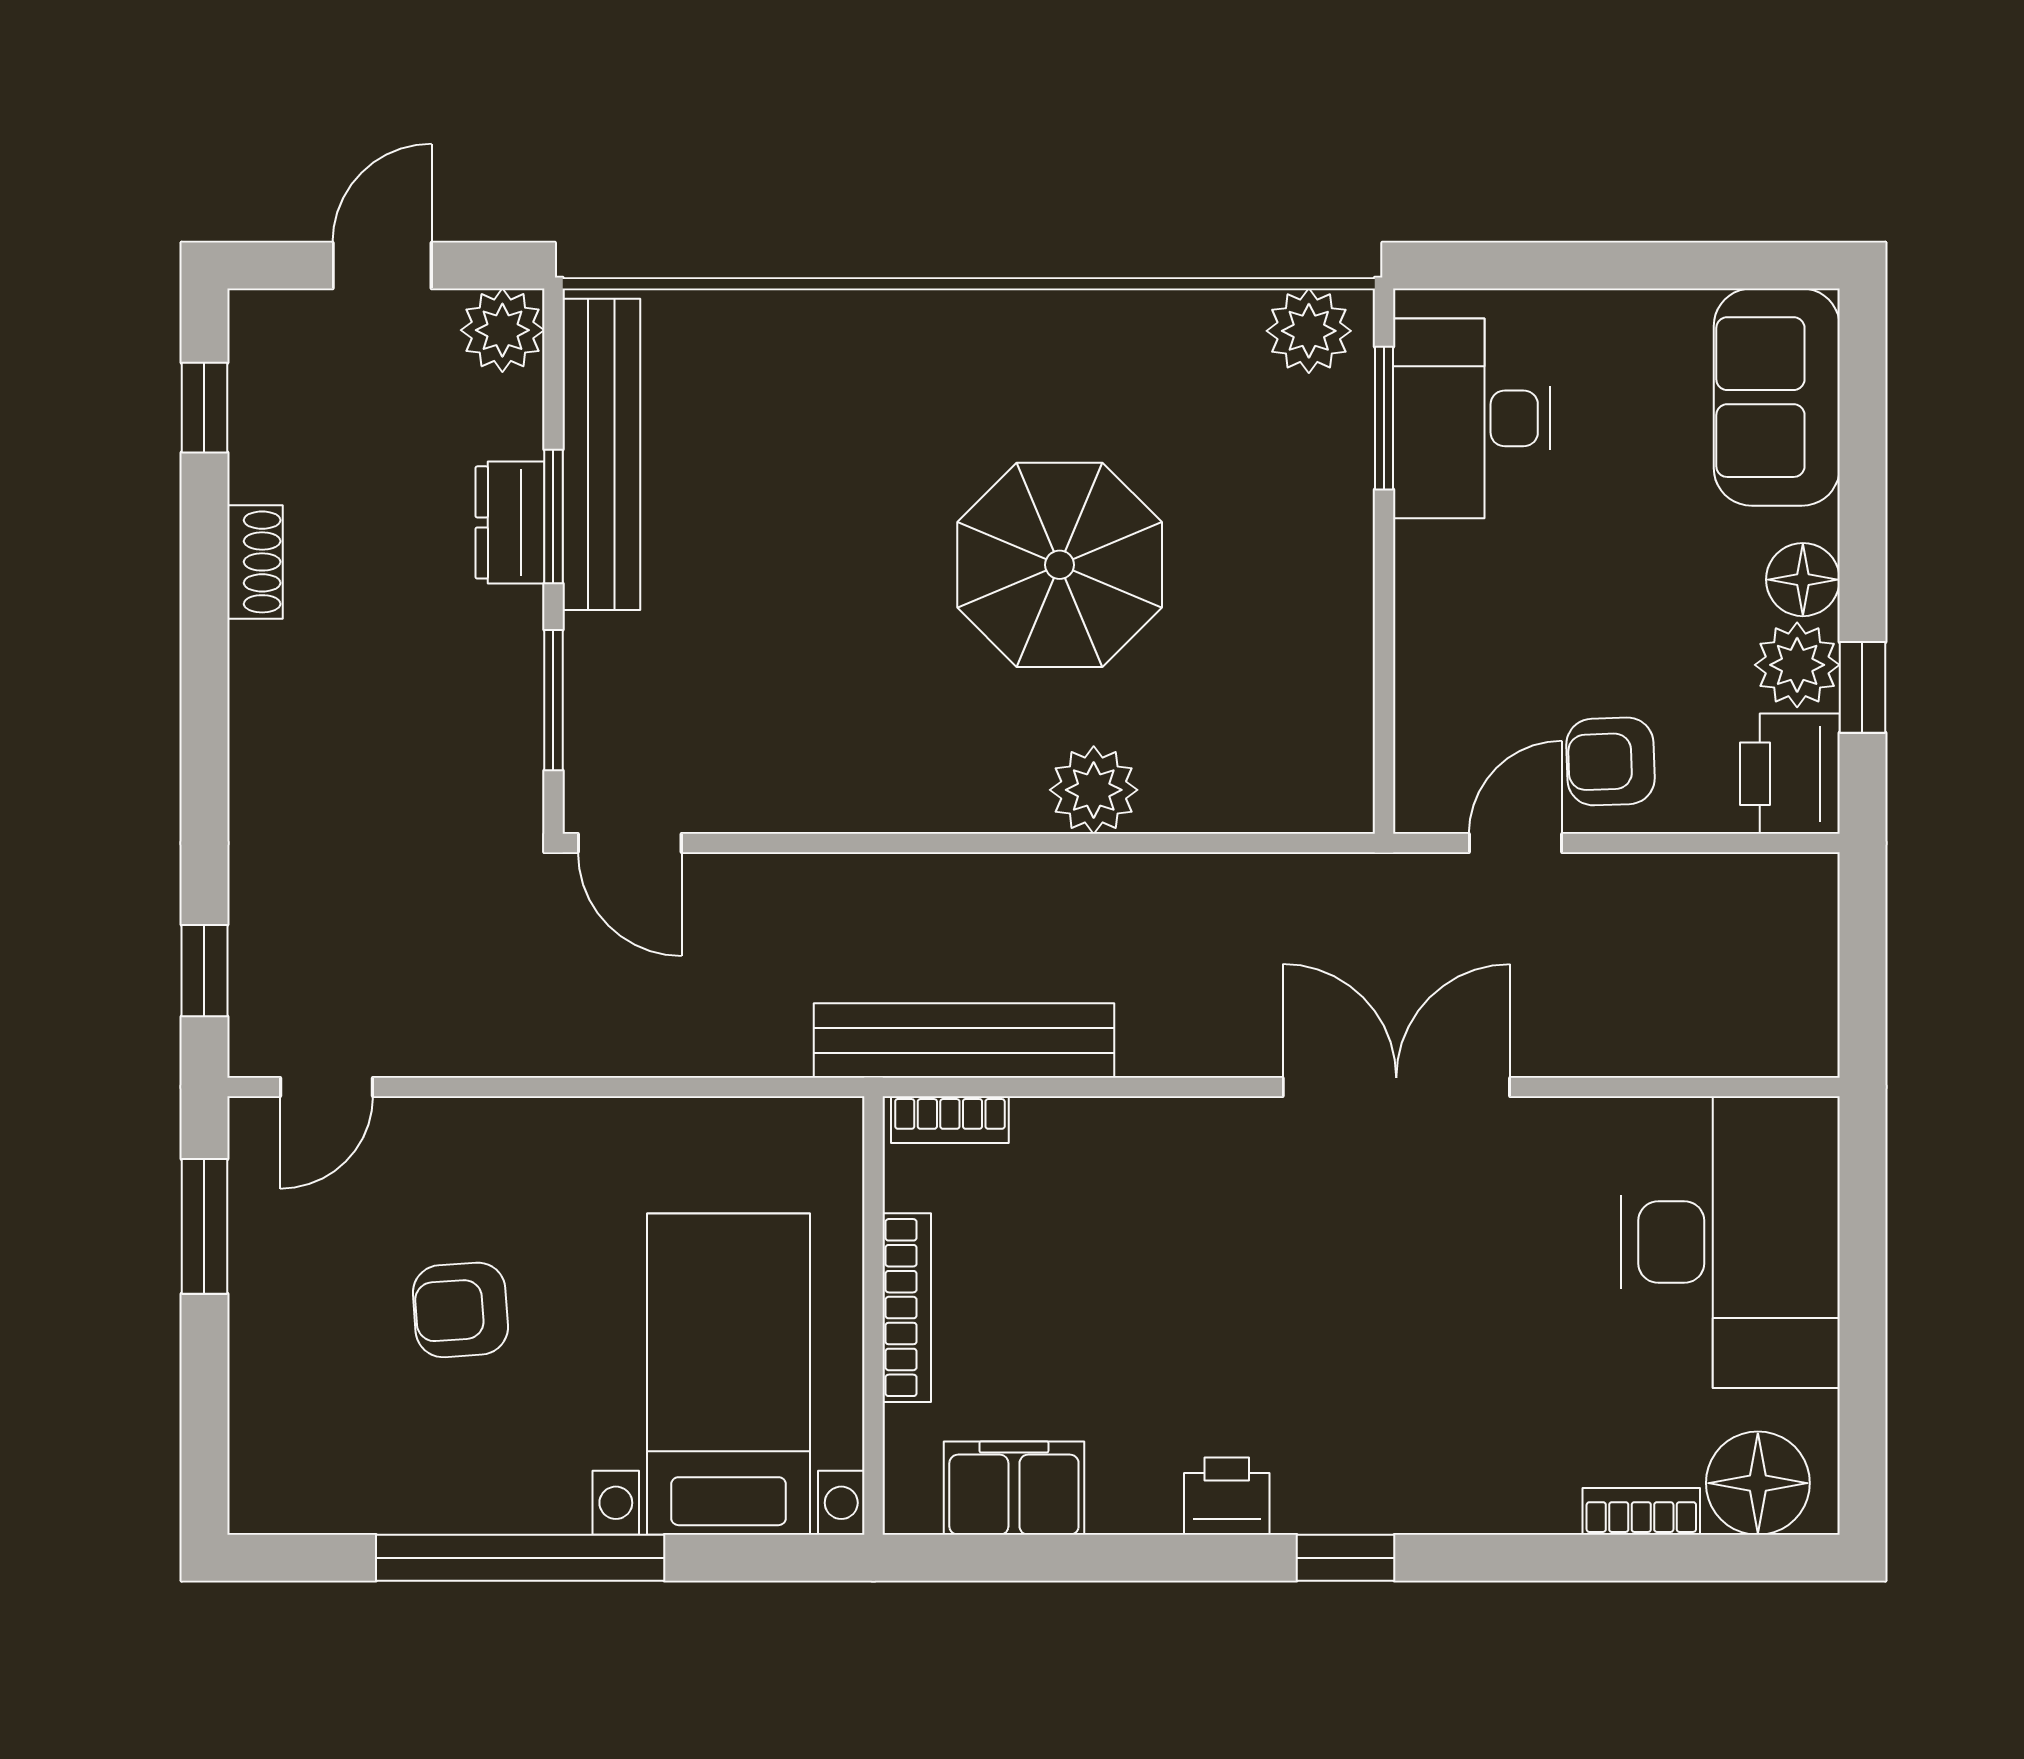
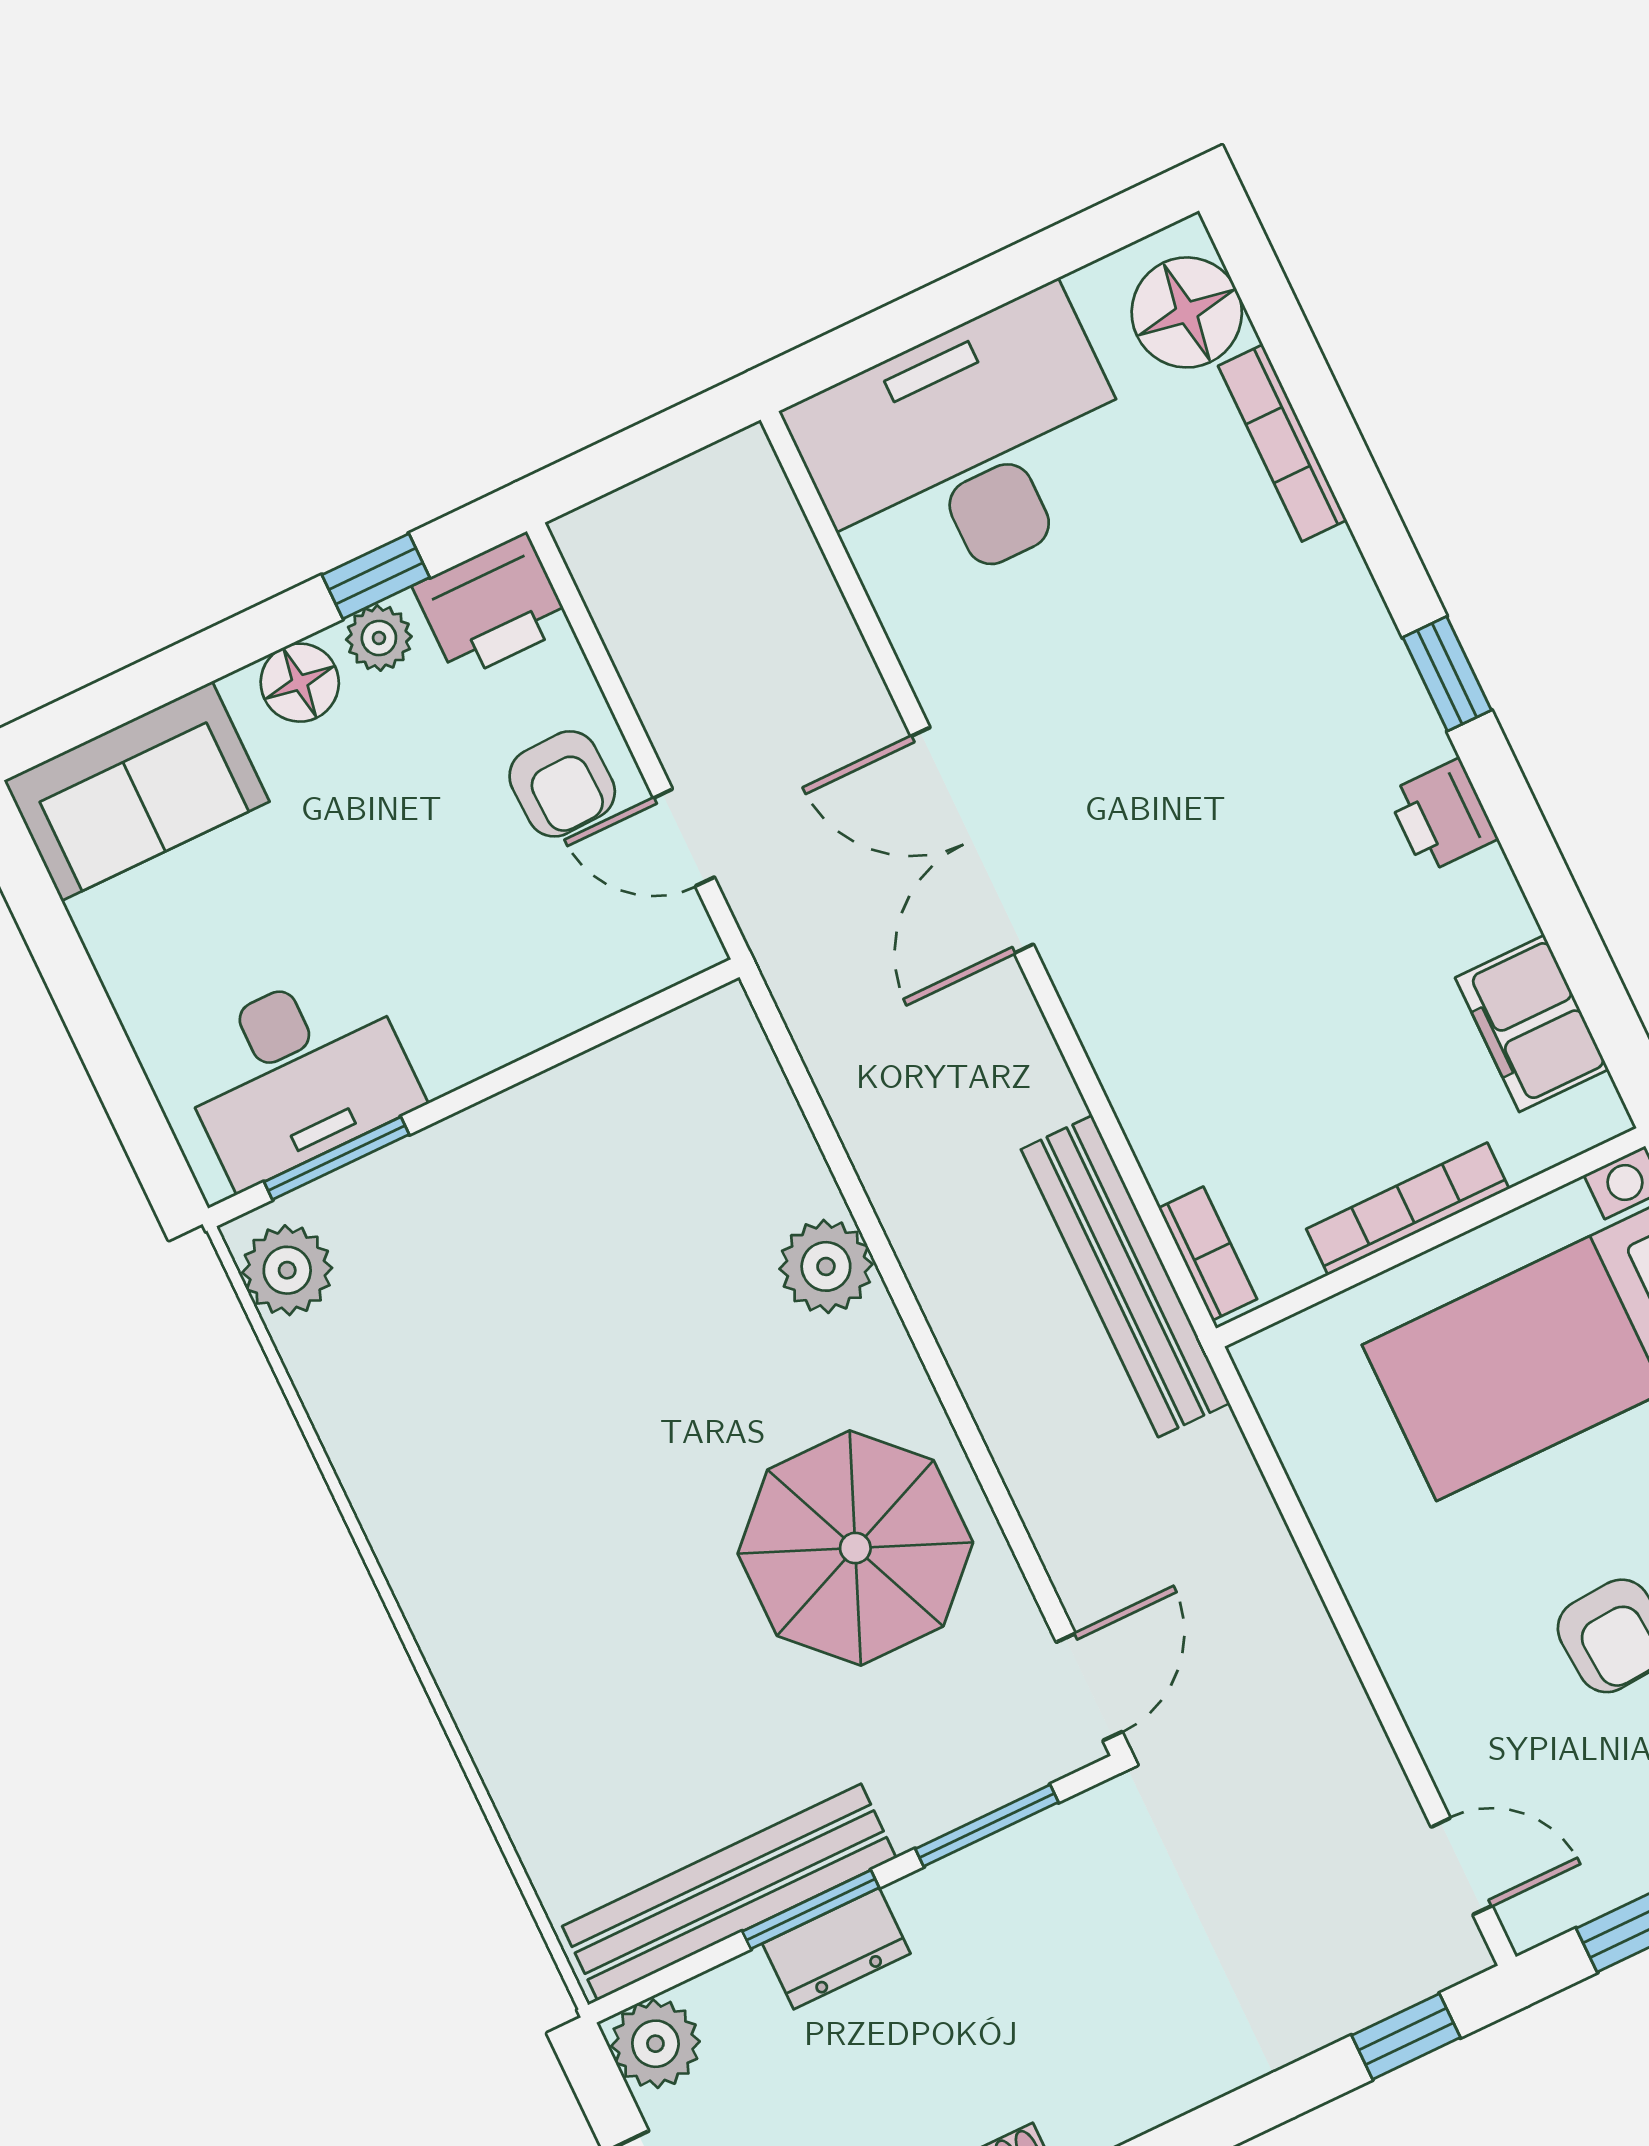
parasol: (1060, 565) -> (855, 1548), moved
plant: (1797, 665) -> (379, 638), width x0.73, depth x0.73
bookcase: (1641, 1511) -> (1282, 443), width x1.56

